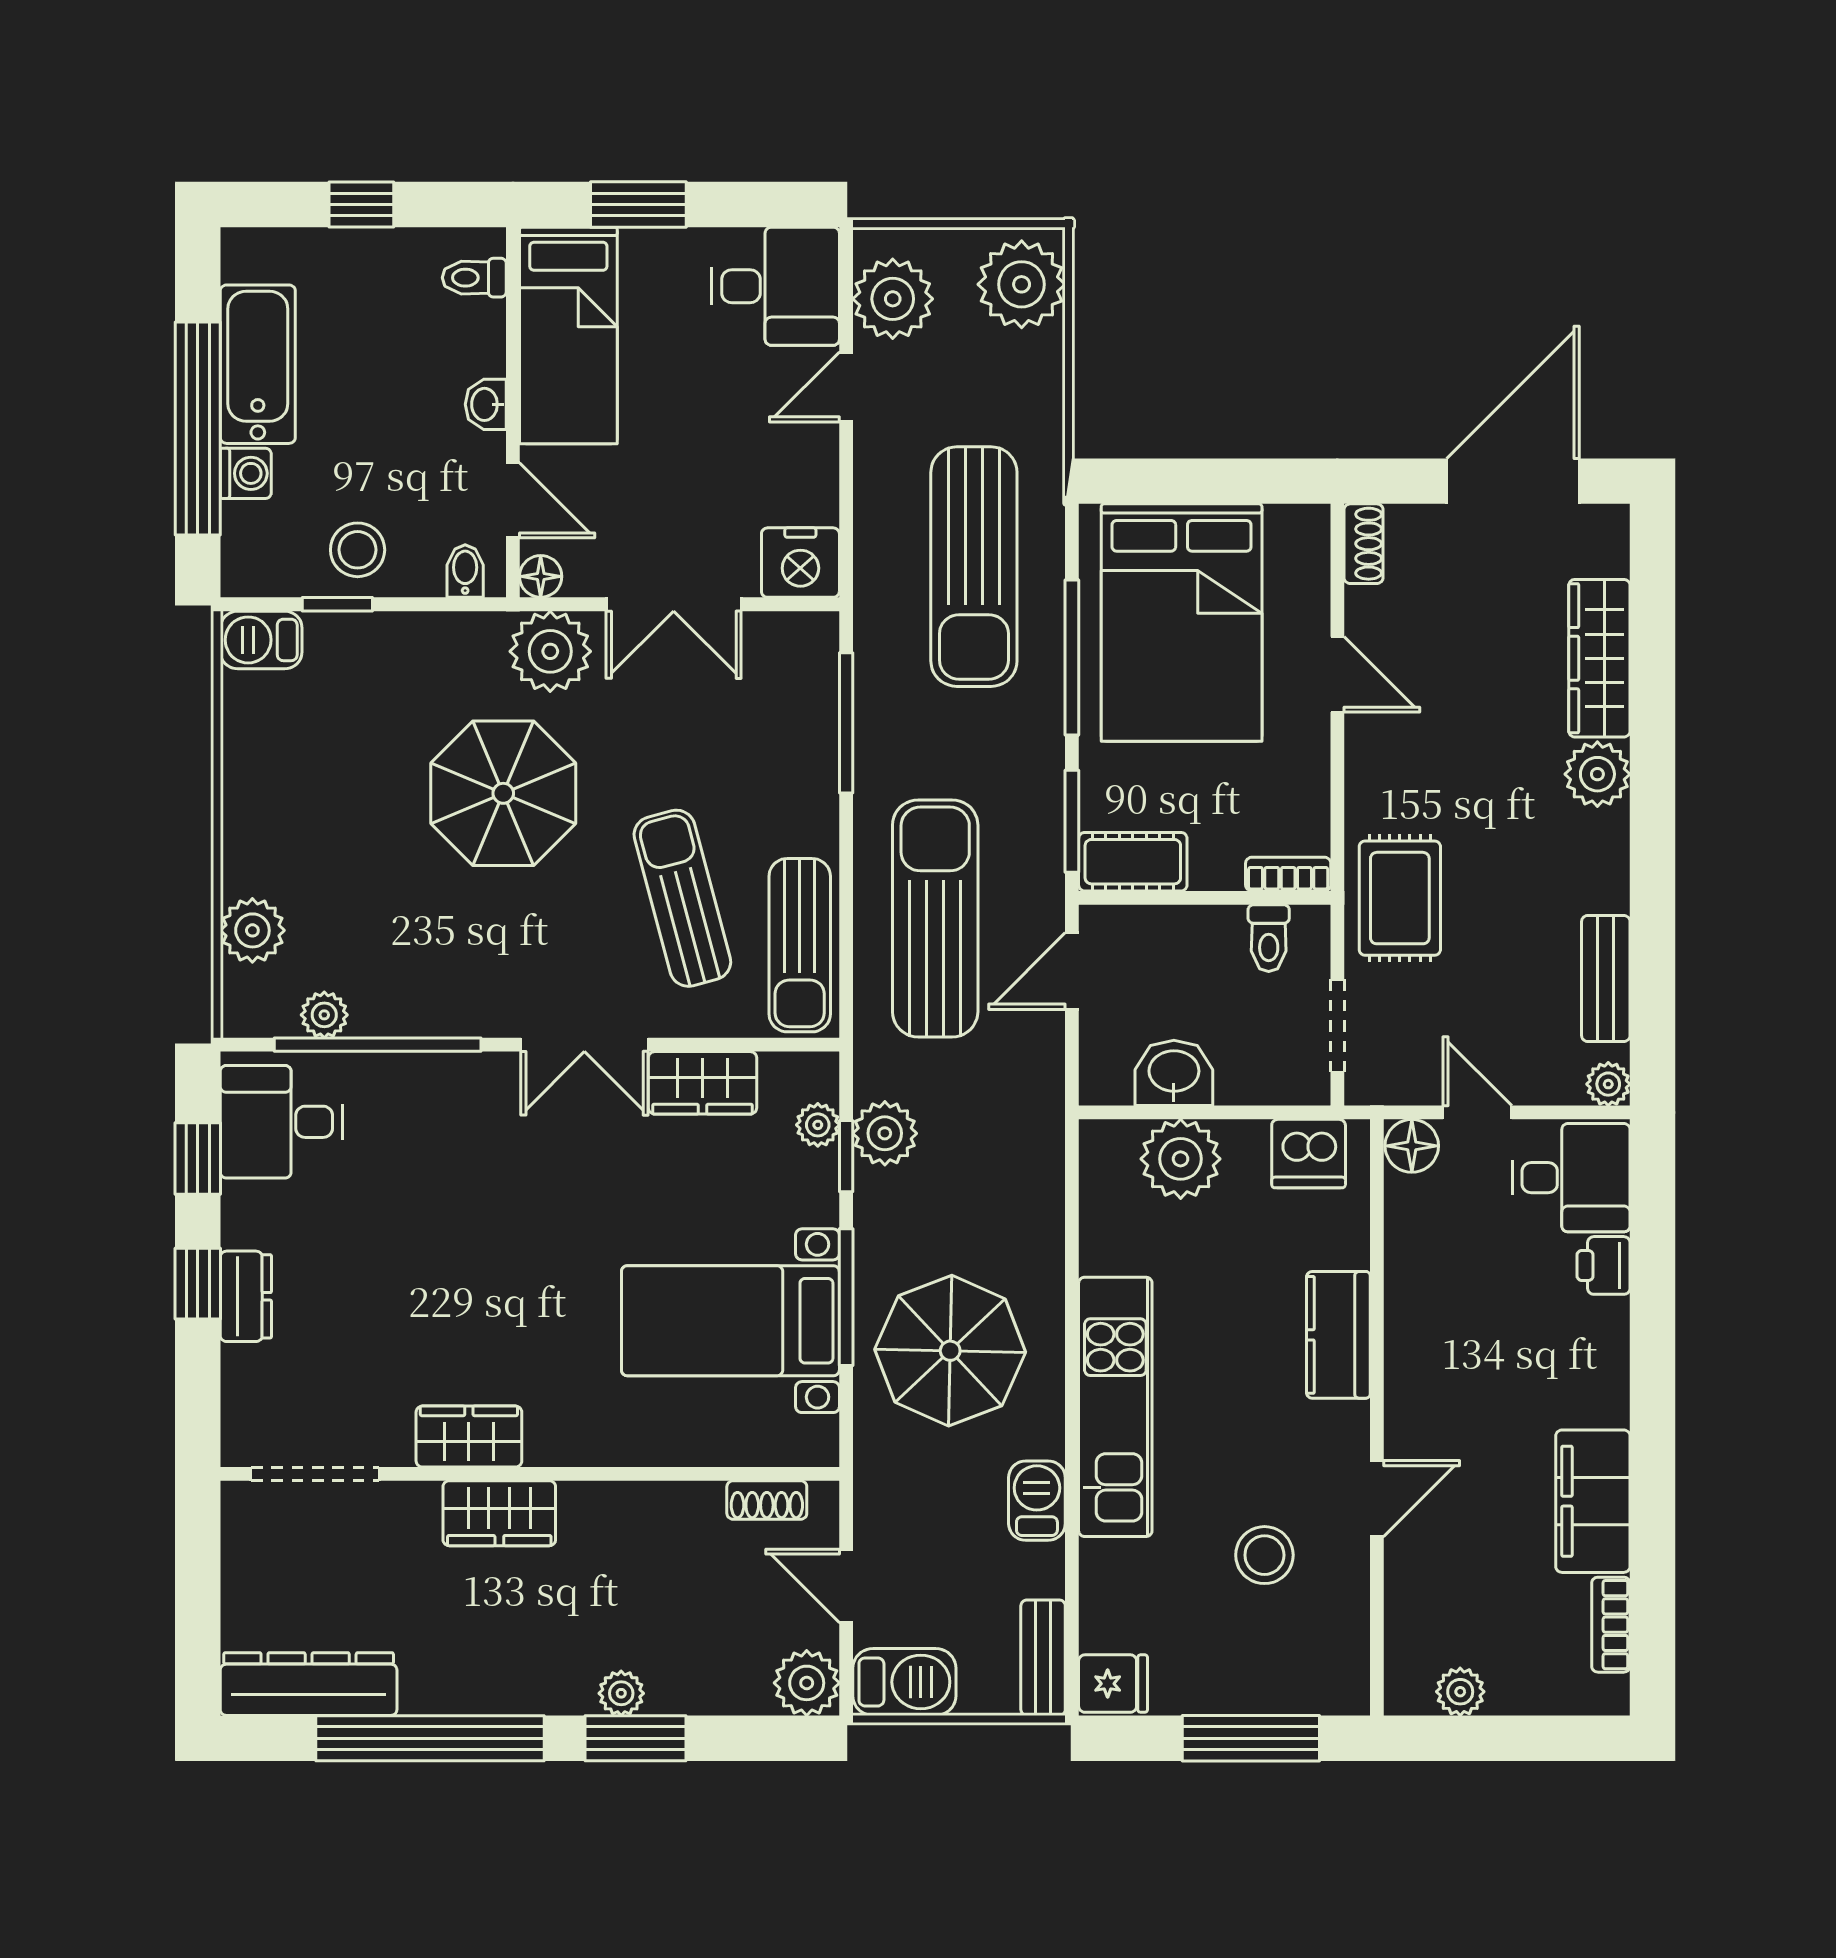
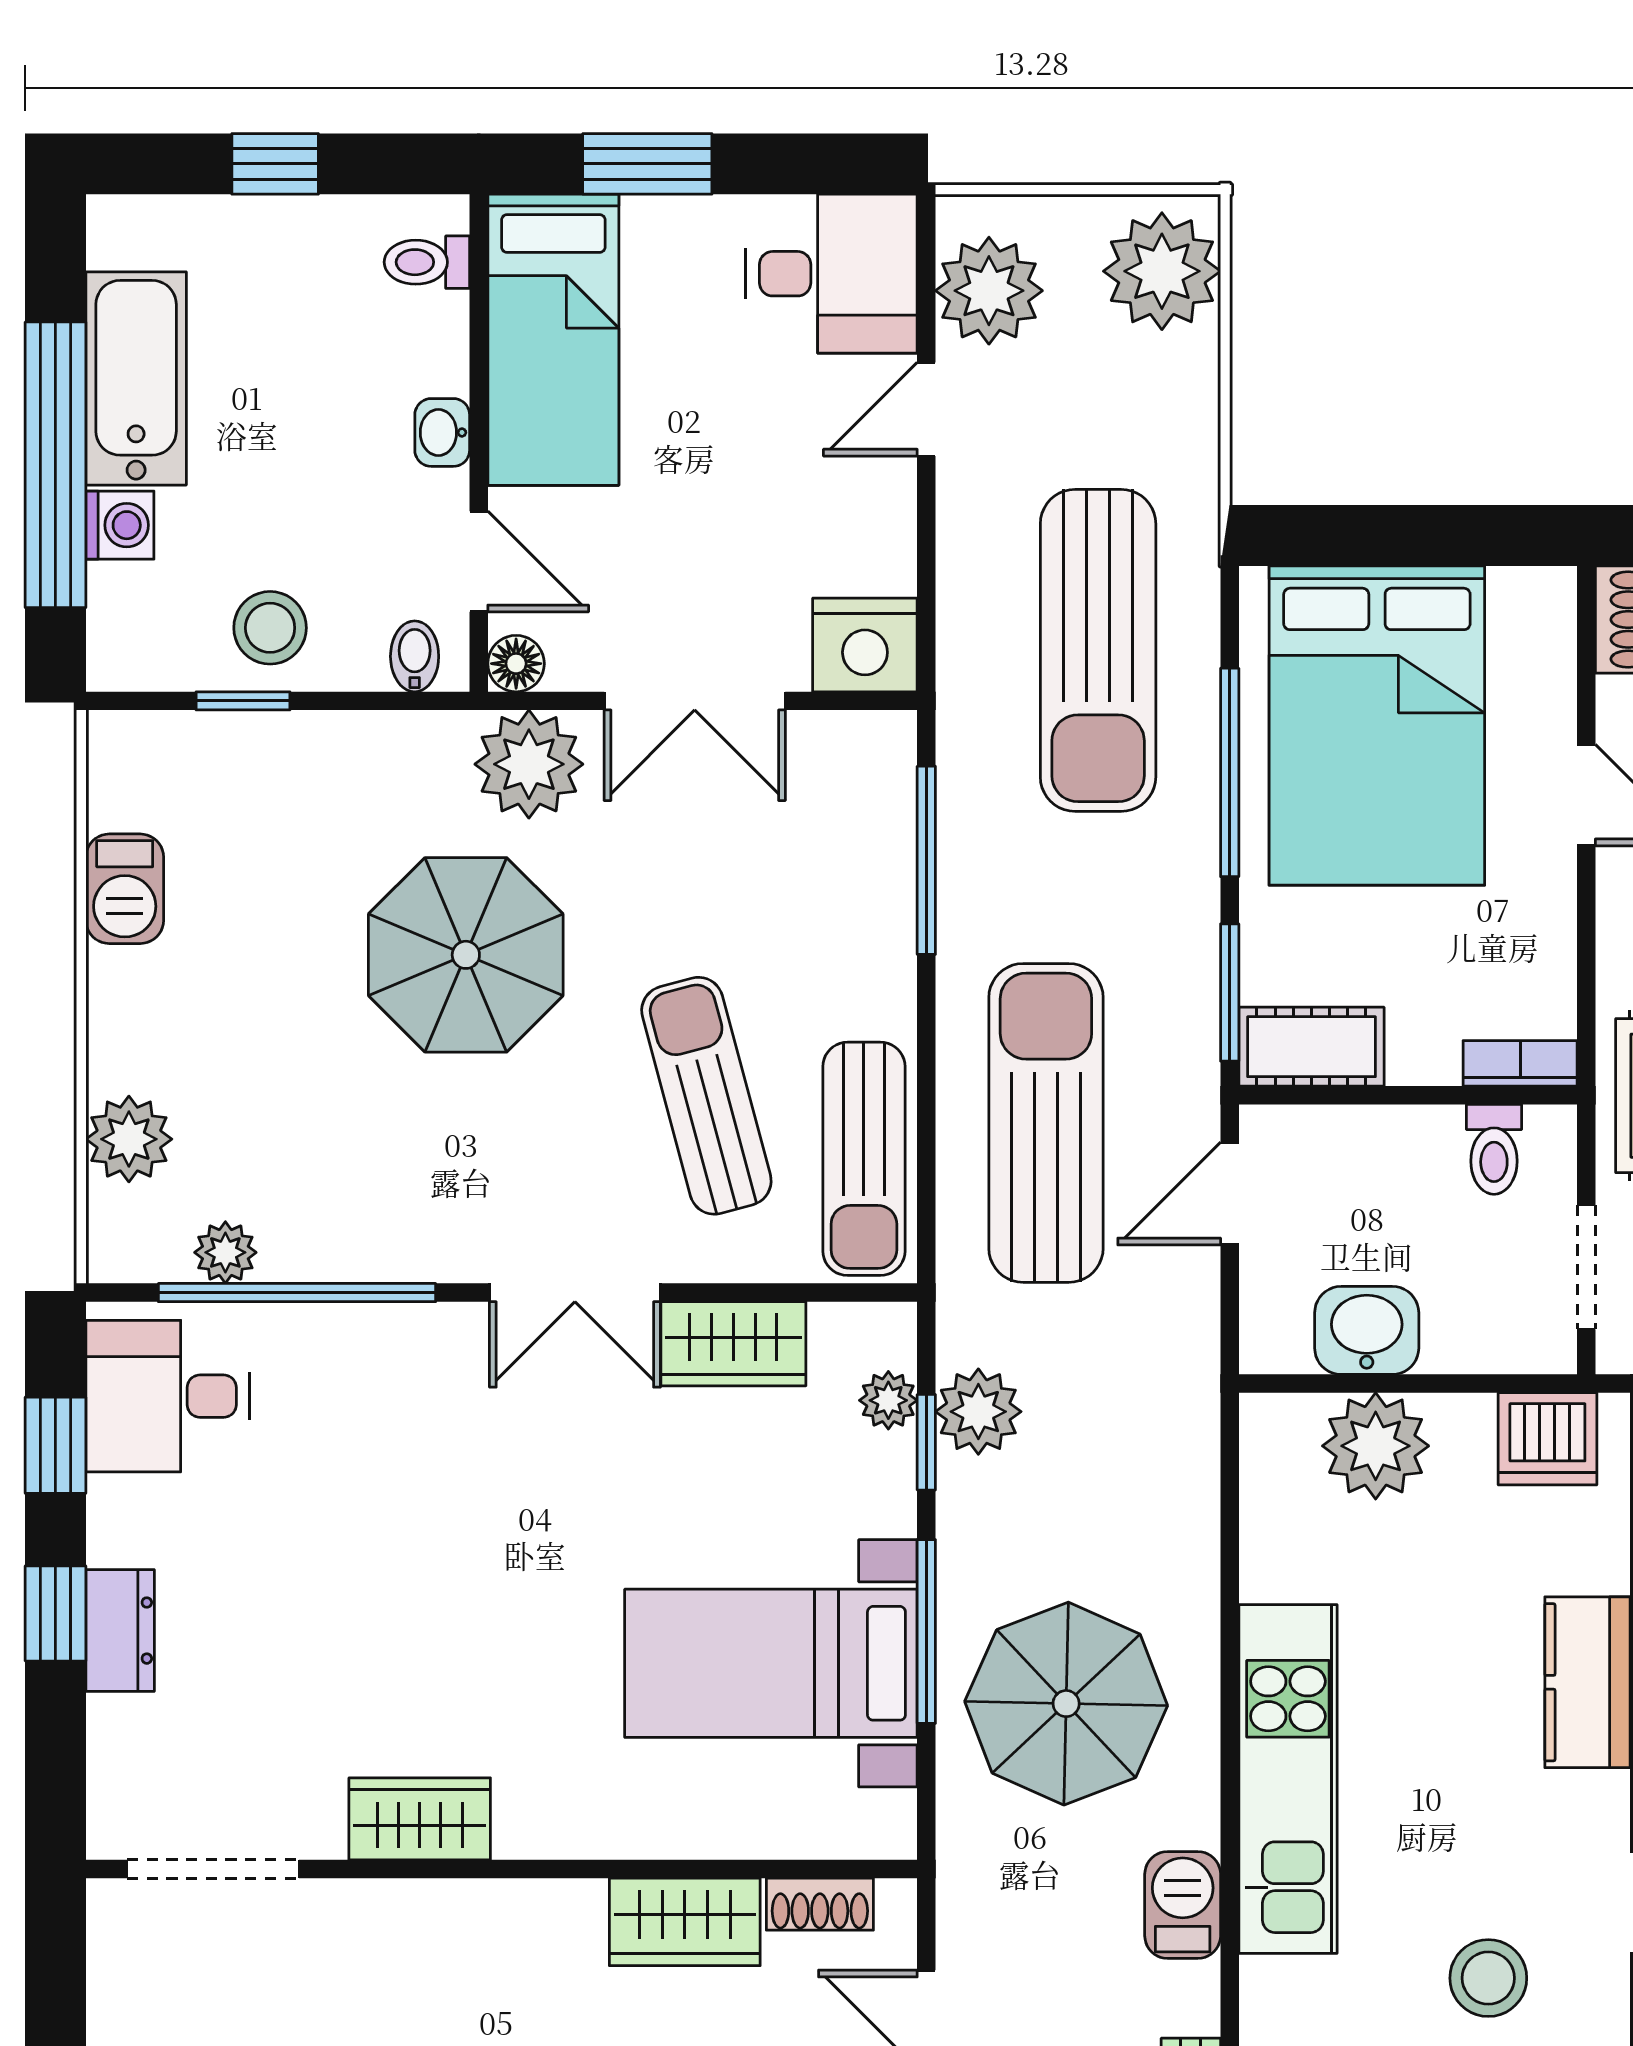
barbecue: (261, 640) -> (125, 889), moved, turned -90
wardrobe: (499, 1513) -> (685, 1922), moved

